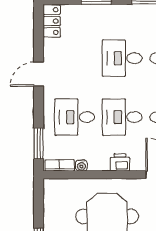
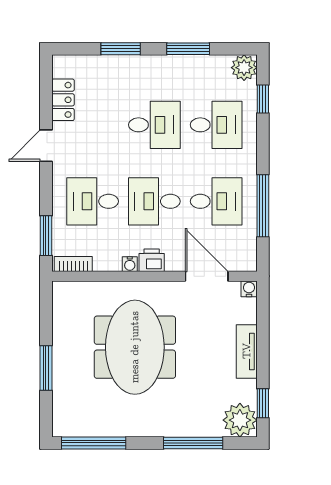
locker: (52, 21) -> (63, 100), moved
desk: (122, 58) -> (154, 125), turned 180
water cooler: (81, 165) -> (130, 264), moved

